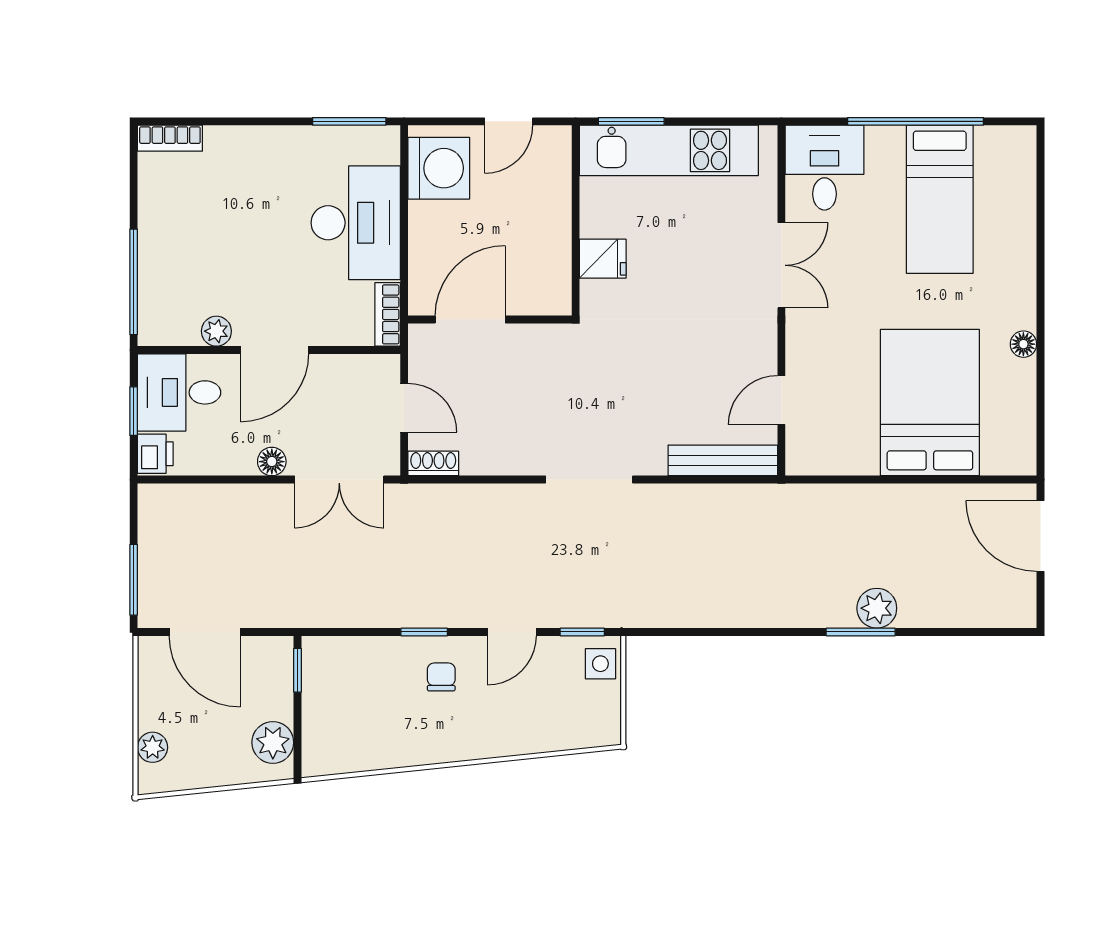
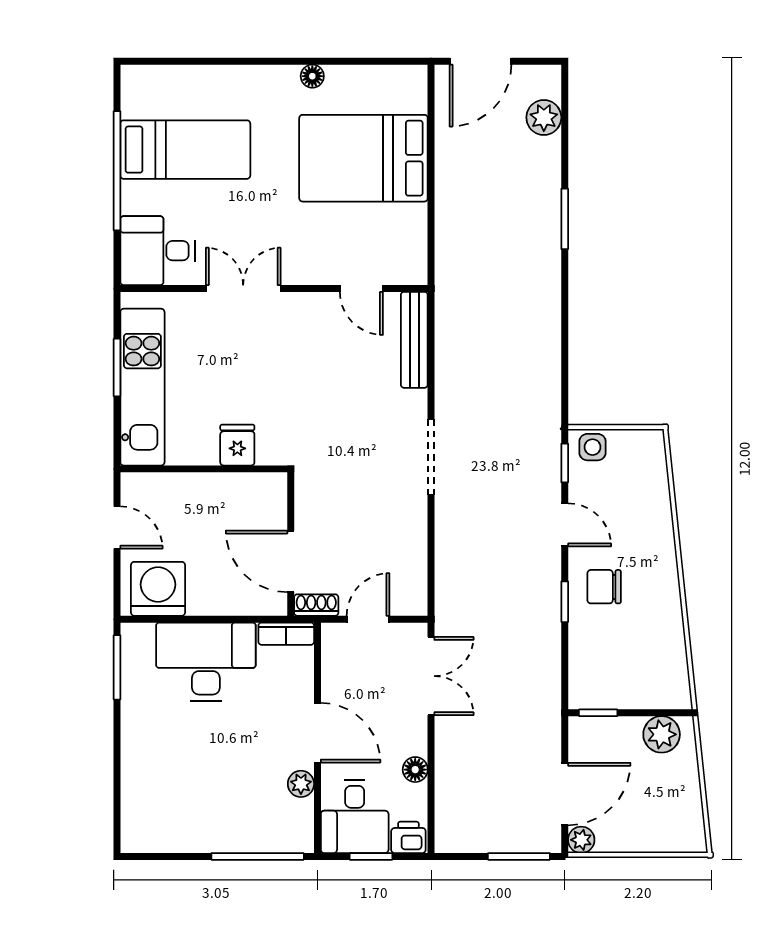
window: (631, 121) -> (117, 368), moved
bookcase: (170, 138) -> (132, 825), removed
floor lamp: (272, 462) -> (415, 770), moved
shoe rack: (433, 463) -> (316, 605), moved, turned 90
plant: (877, 608) -> (544, 117), moved
chair: (441, 677) -> (604, 587), width x1.37, depth x1.37
plant: (153, 747) -> (581, 840), moved

